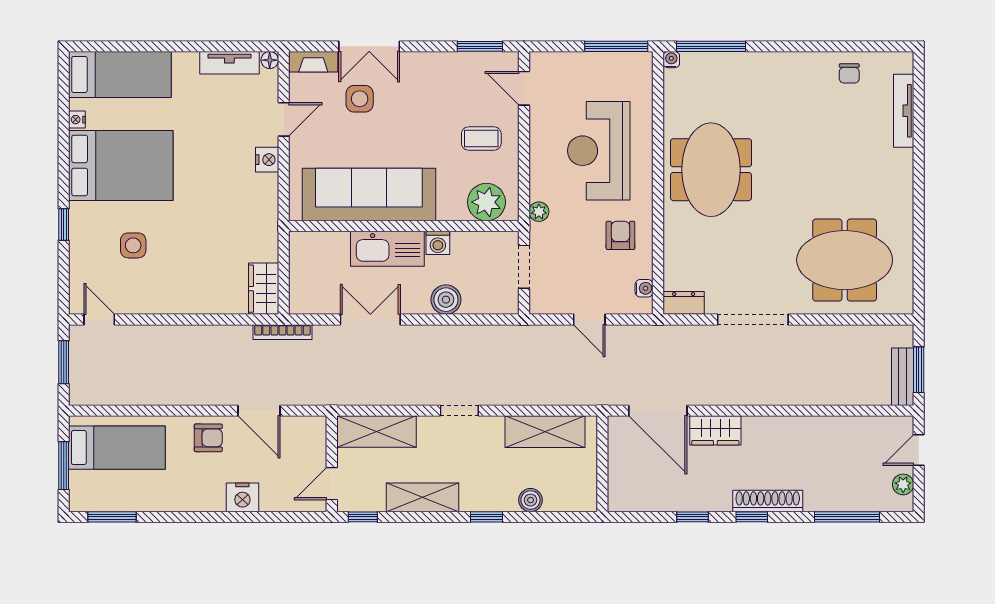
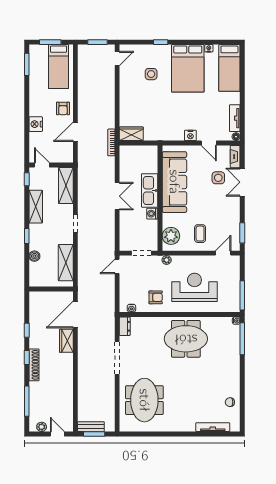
boiler: (446, 300) -> (126, 217), removed
double door: (370, 320) -> (117, 196), moved
door: (589, 320) -> (117, 266), moved

